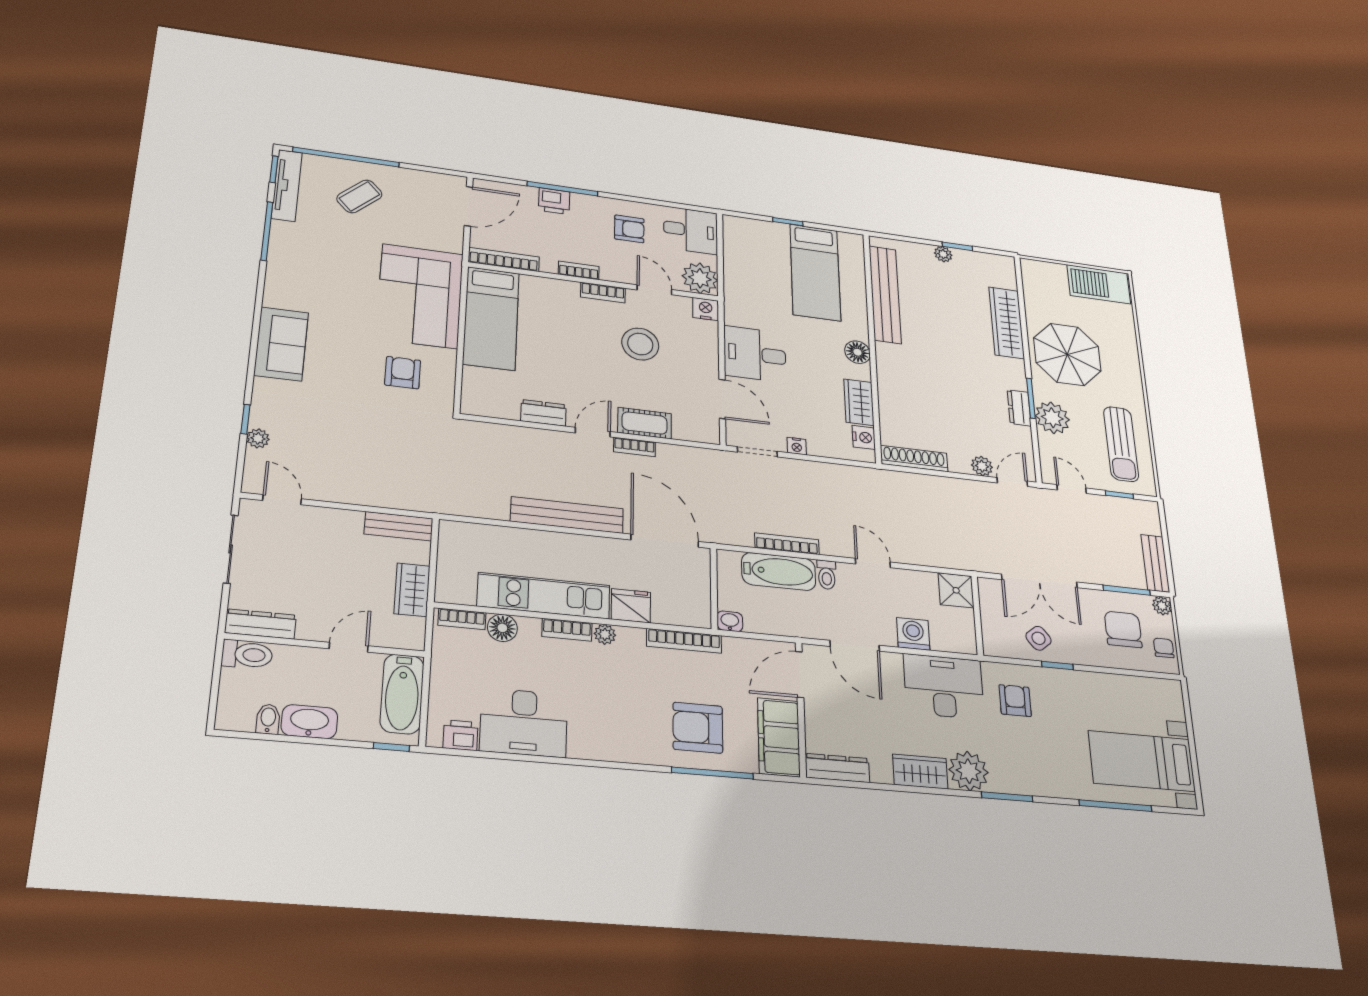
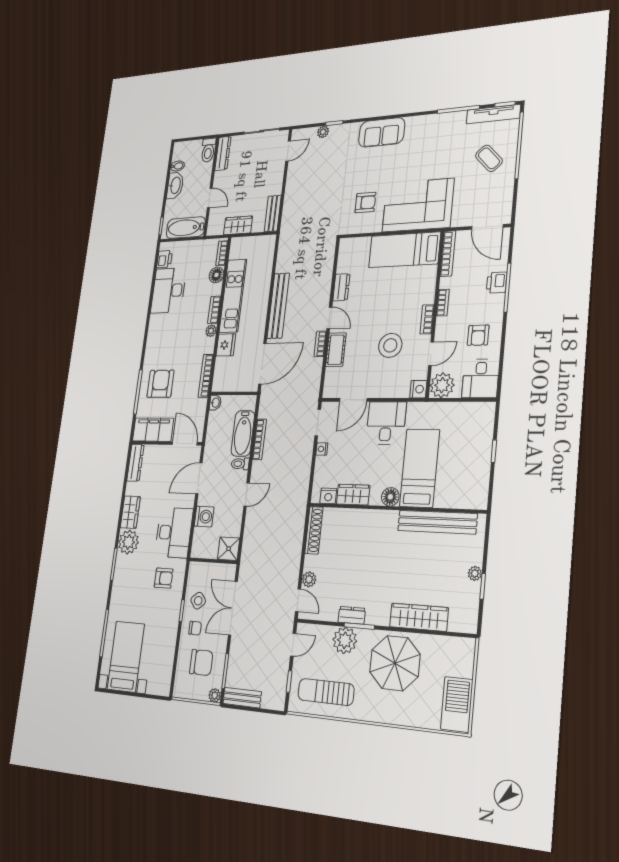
bed: (815, 272) -> (420, 468), moved, turned 90
chair: (1164, 648) -> (195, 628), moved

